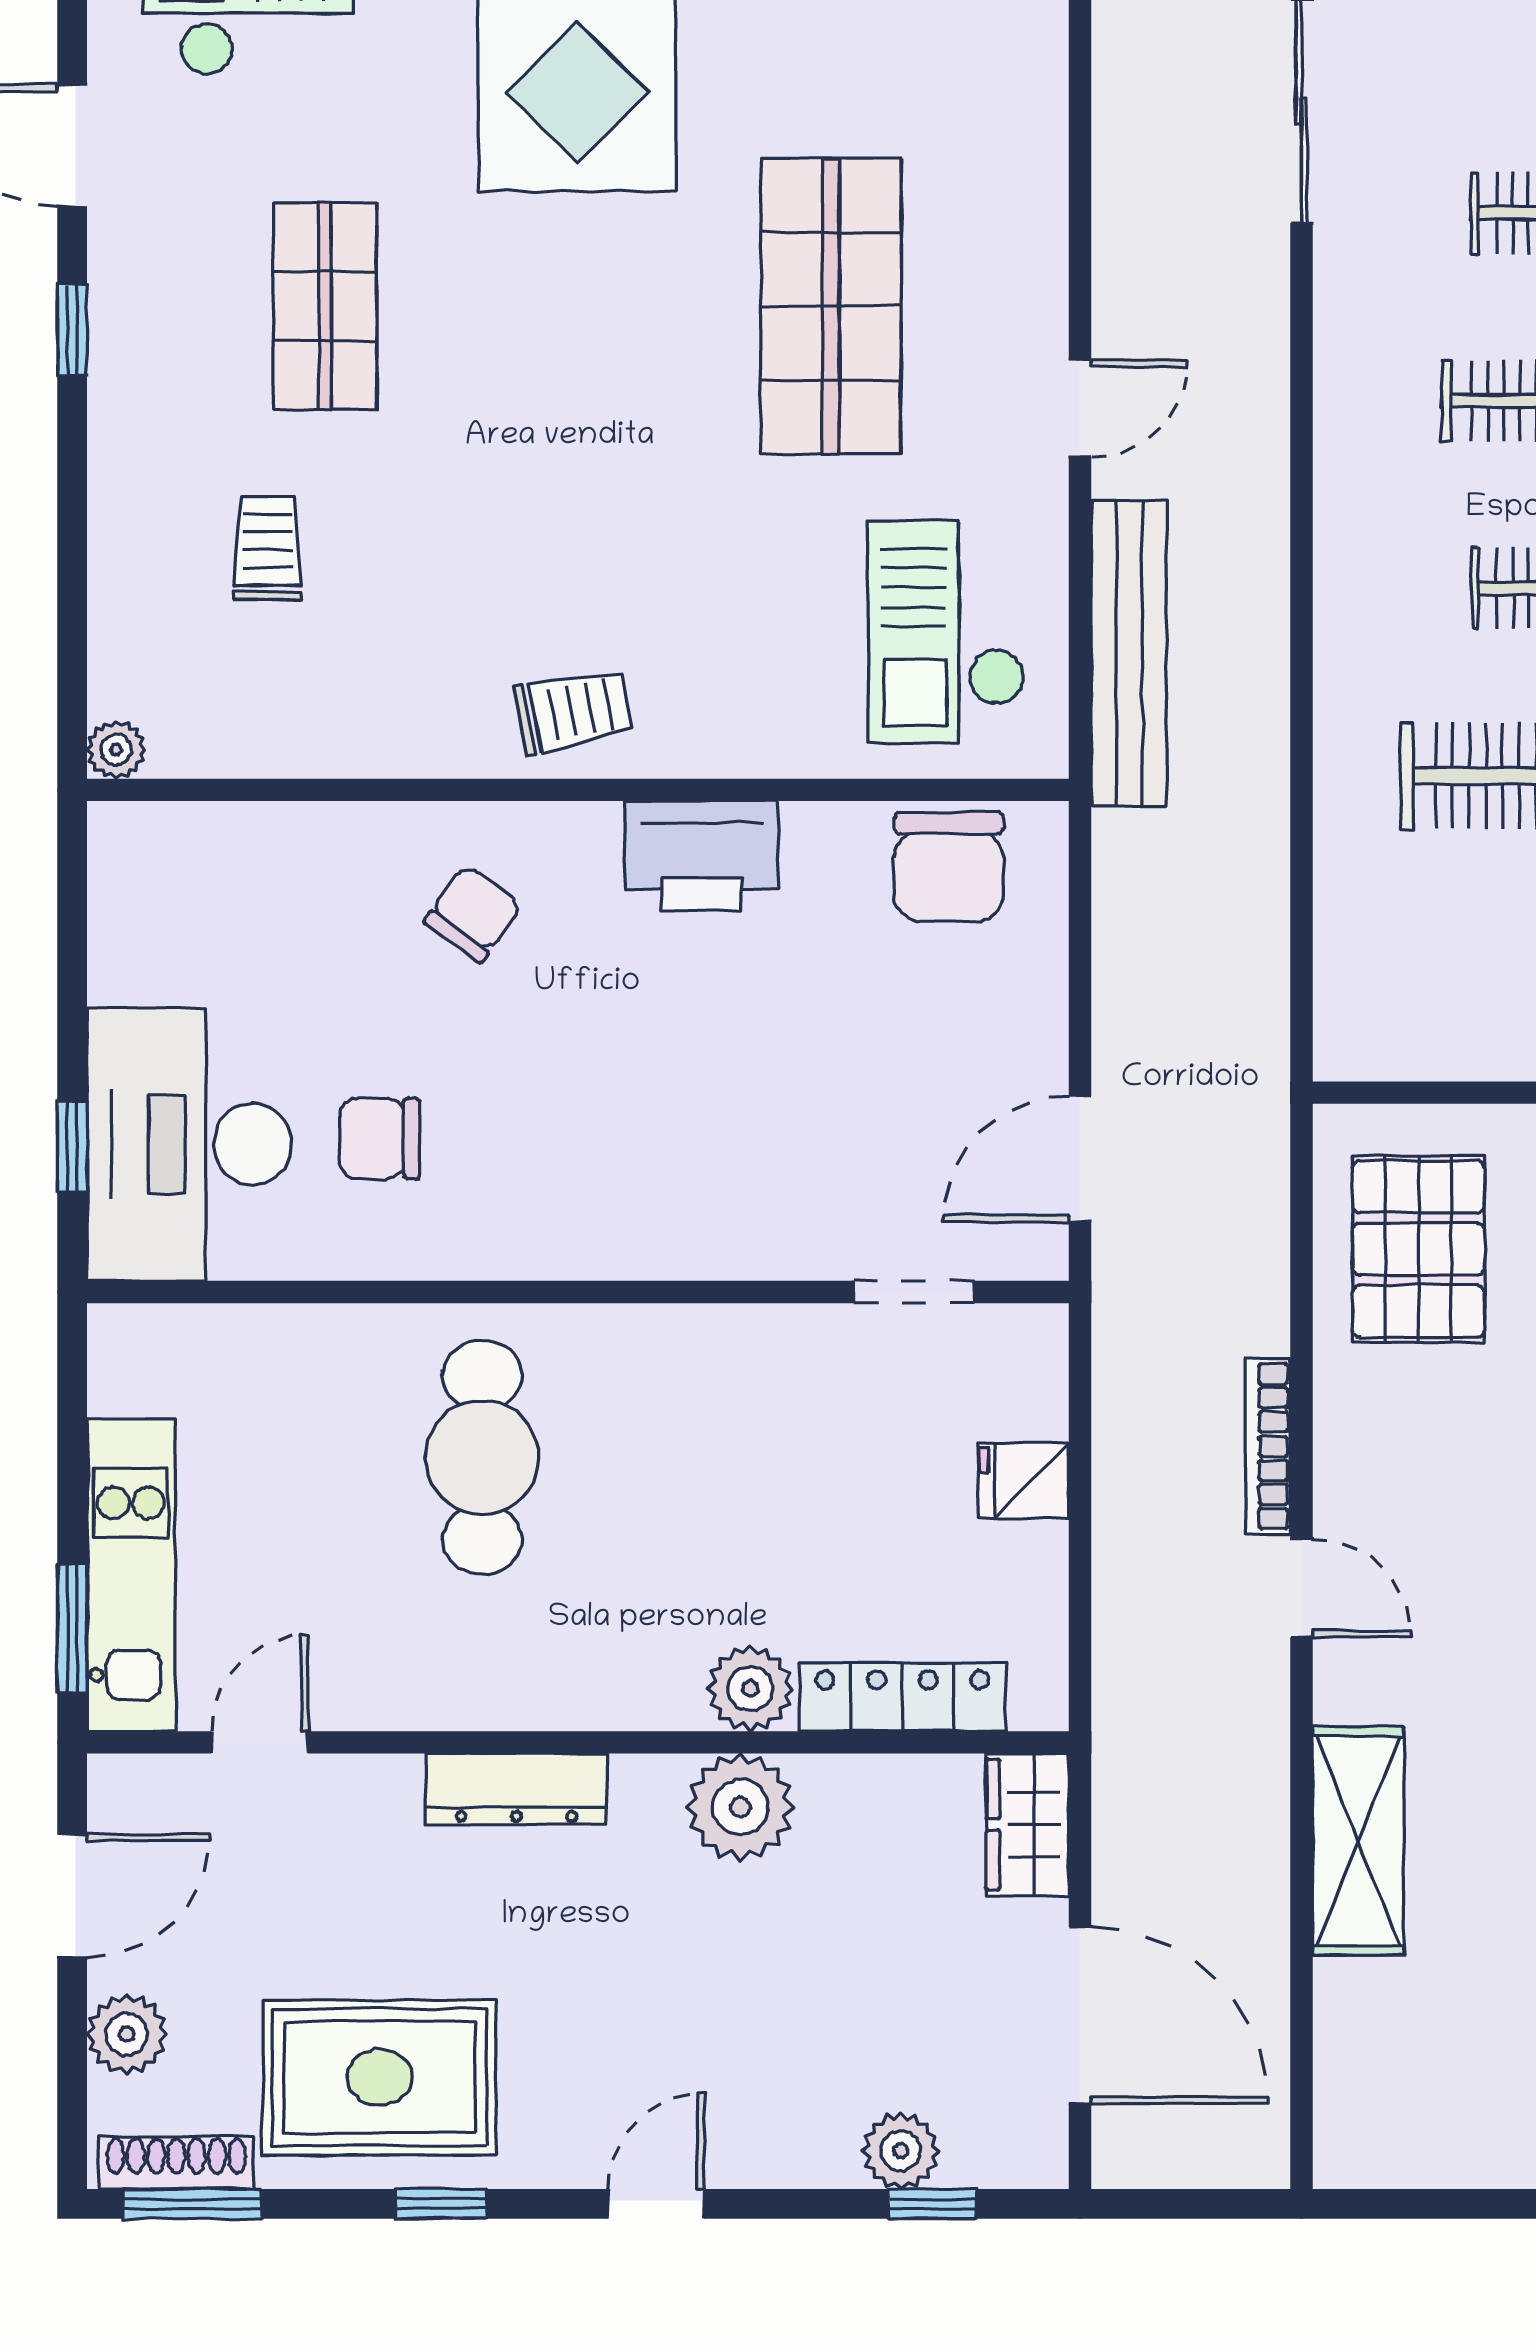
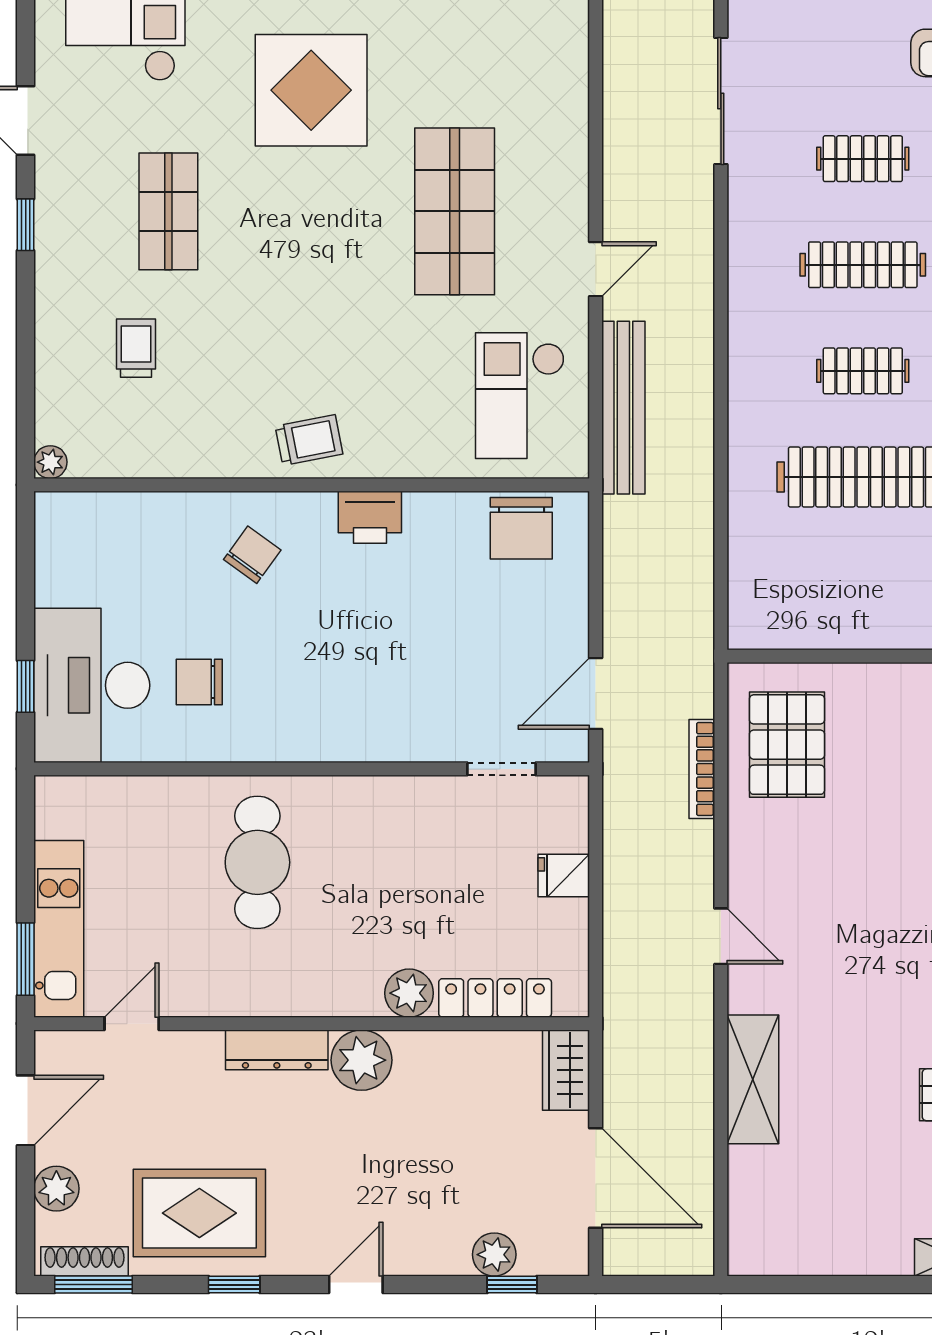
printer: (702, 856) -> (370, 517), width x0.73, depth x0.84
bookcase: (1268, 1446) -> (702, 769), moved
plant: (740, 1807) -> (362, 1060), moved

